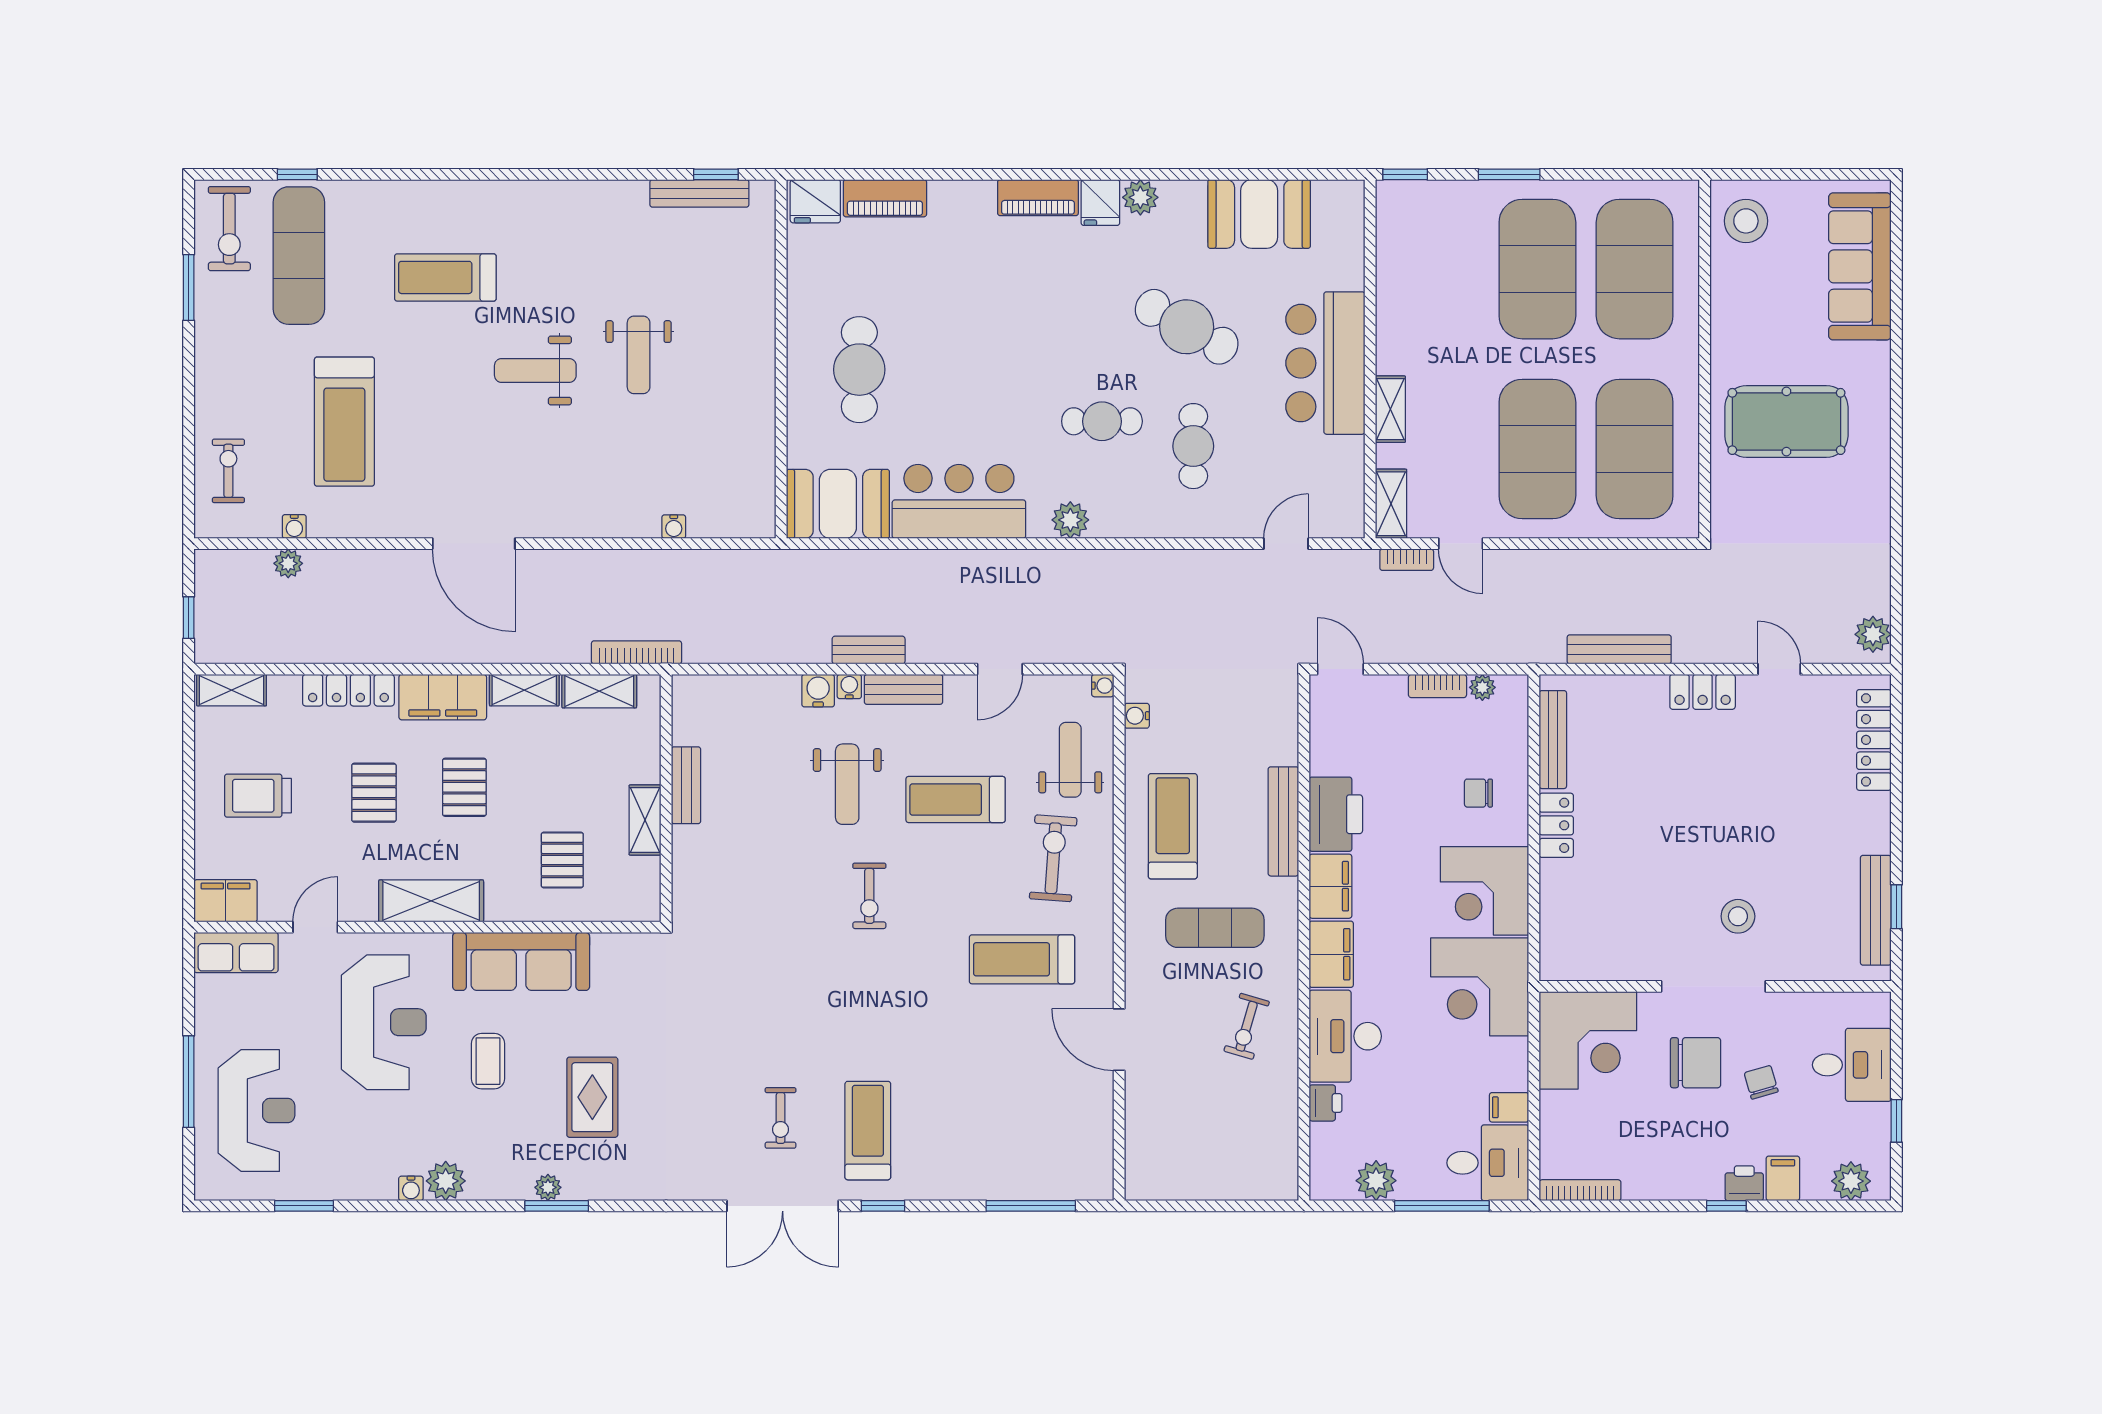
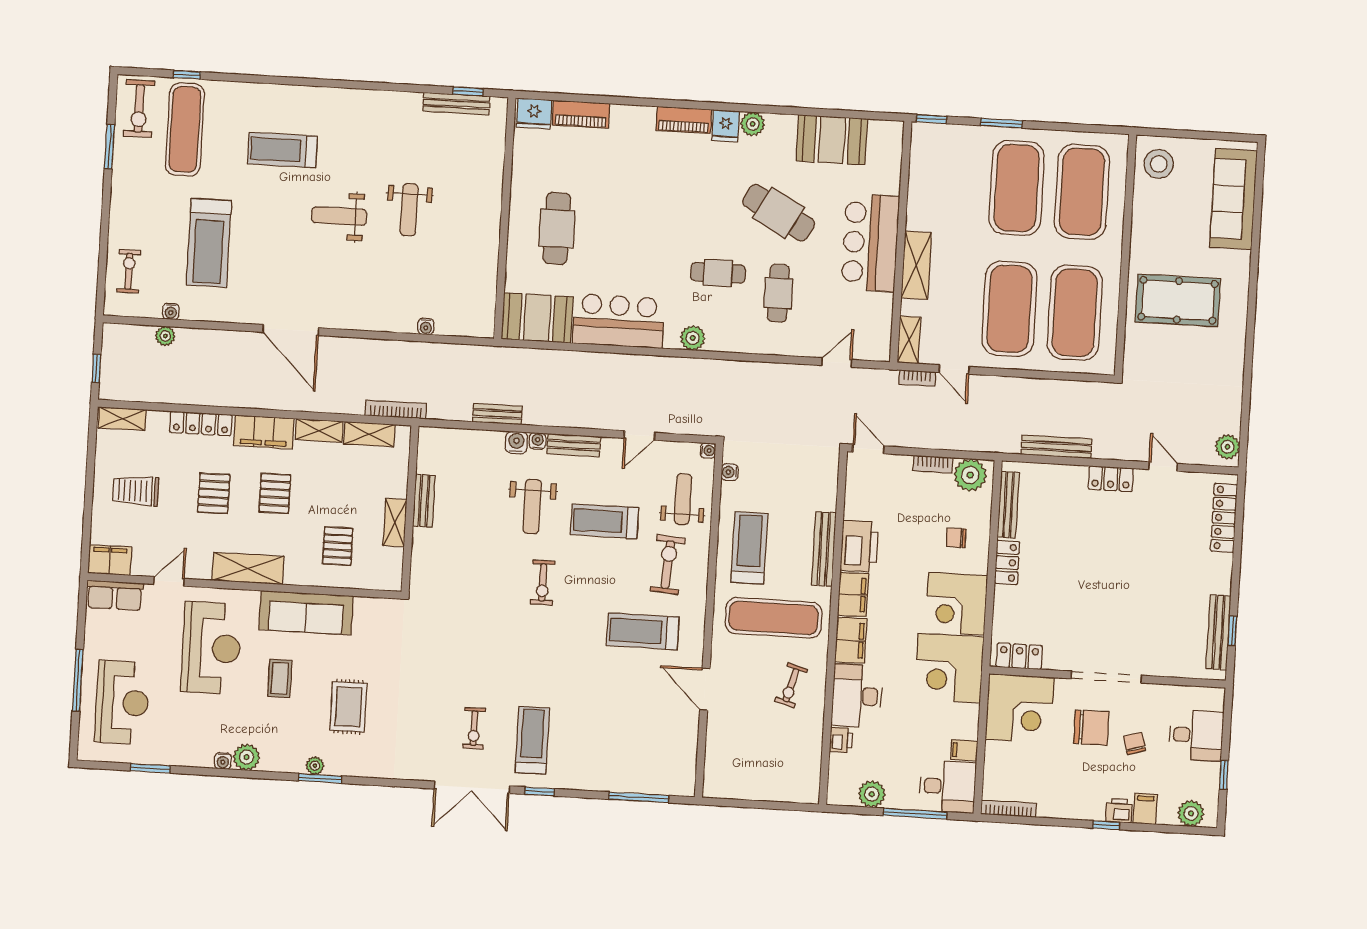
shelving: (1390, 409) -> (916, 265), width x1.50, depth x1.33
bench: (869, 650) -> (497, 414), moved
plant: (1482, 687) -> (970, 475), width x1.88, depth x1.88
stool: (1738, 916) -> (1126, 631), removed
exercise mat: (1215, 928) -> (774, 618), width x1.36, depth x1.45
locker: (1583, 963) -> (1019, 656), added

